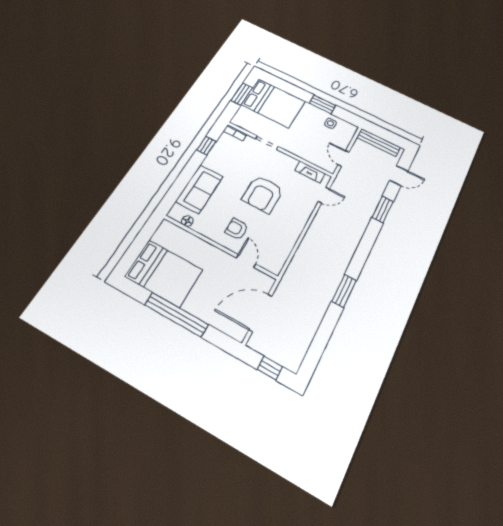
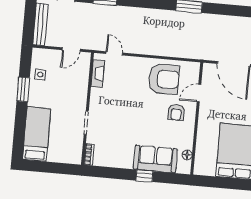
window: (242, 94) -> (47, 167), removed
bed: (273, 103) -> (37, 134), width x0.67
window: (206, 146) -> (144, 176), moved
armchair: (263, 194) -> (164, 79), moved

